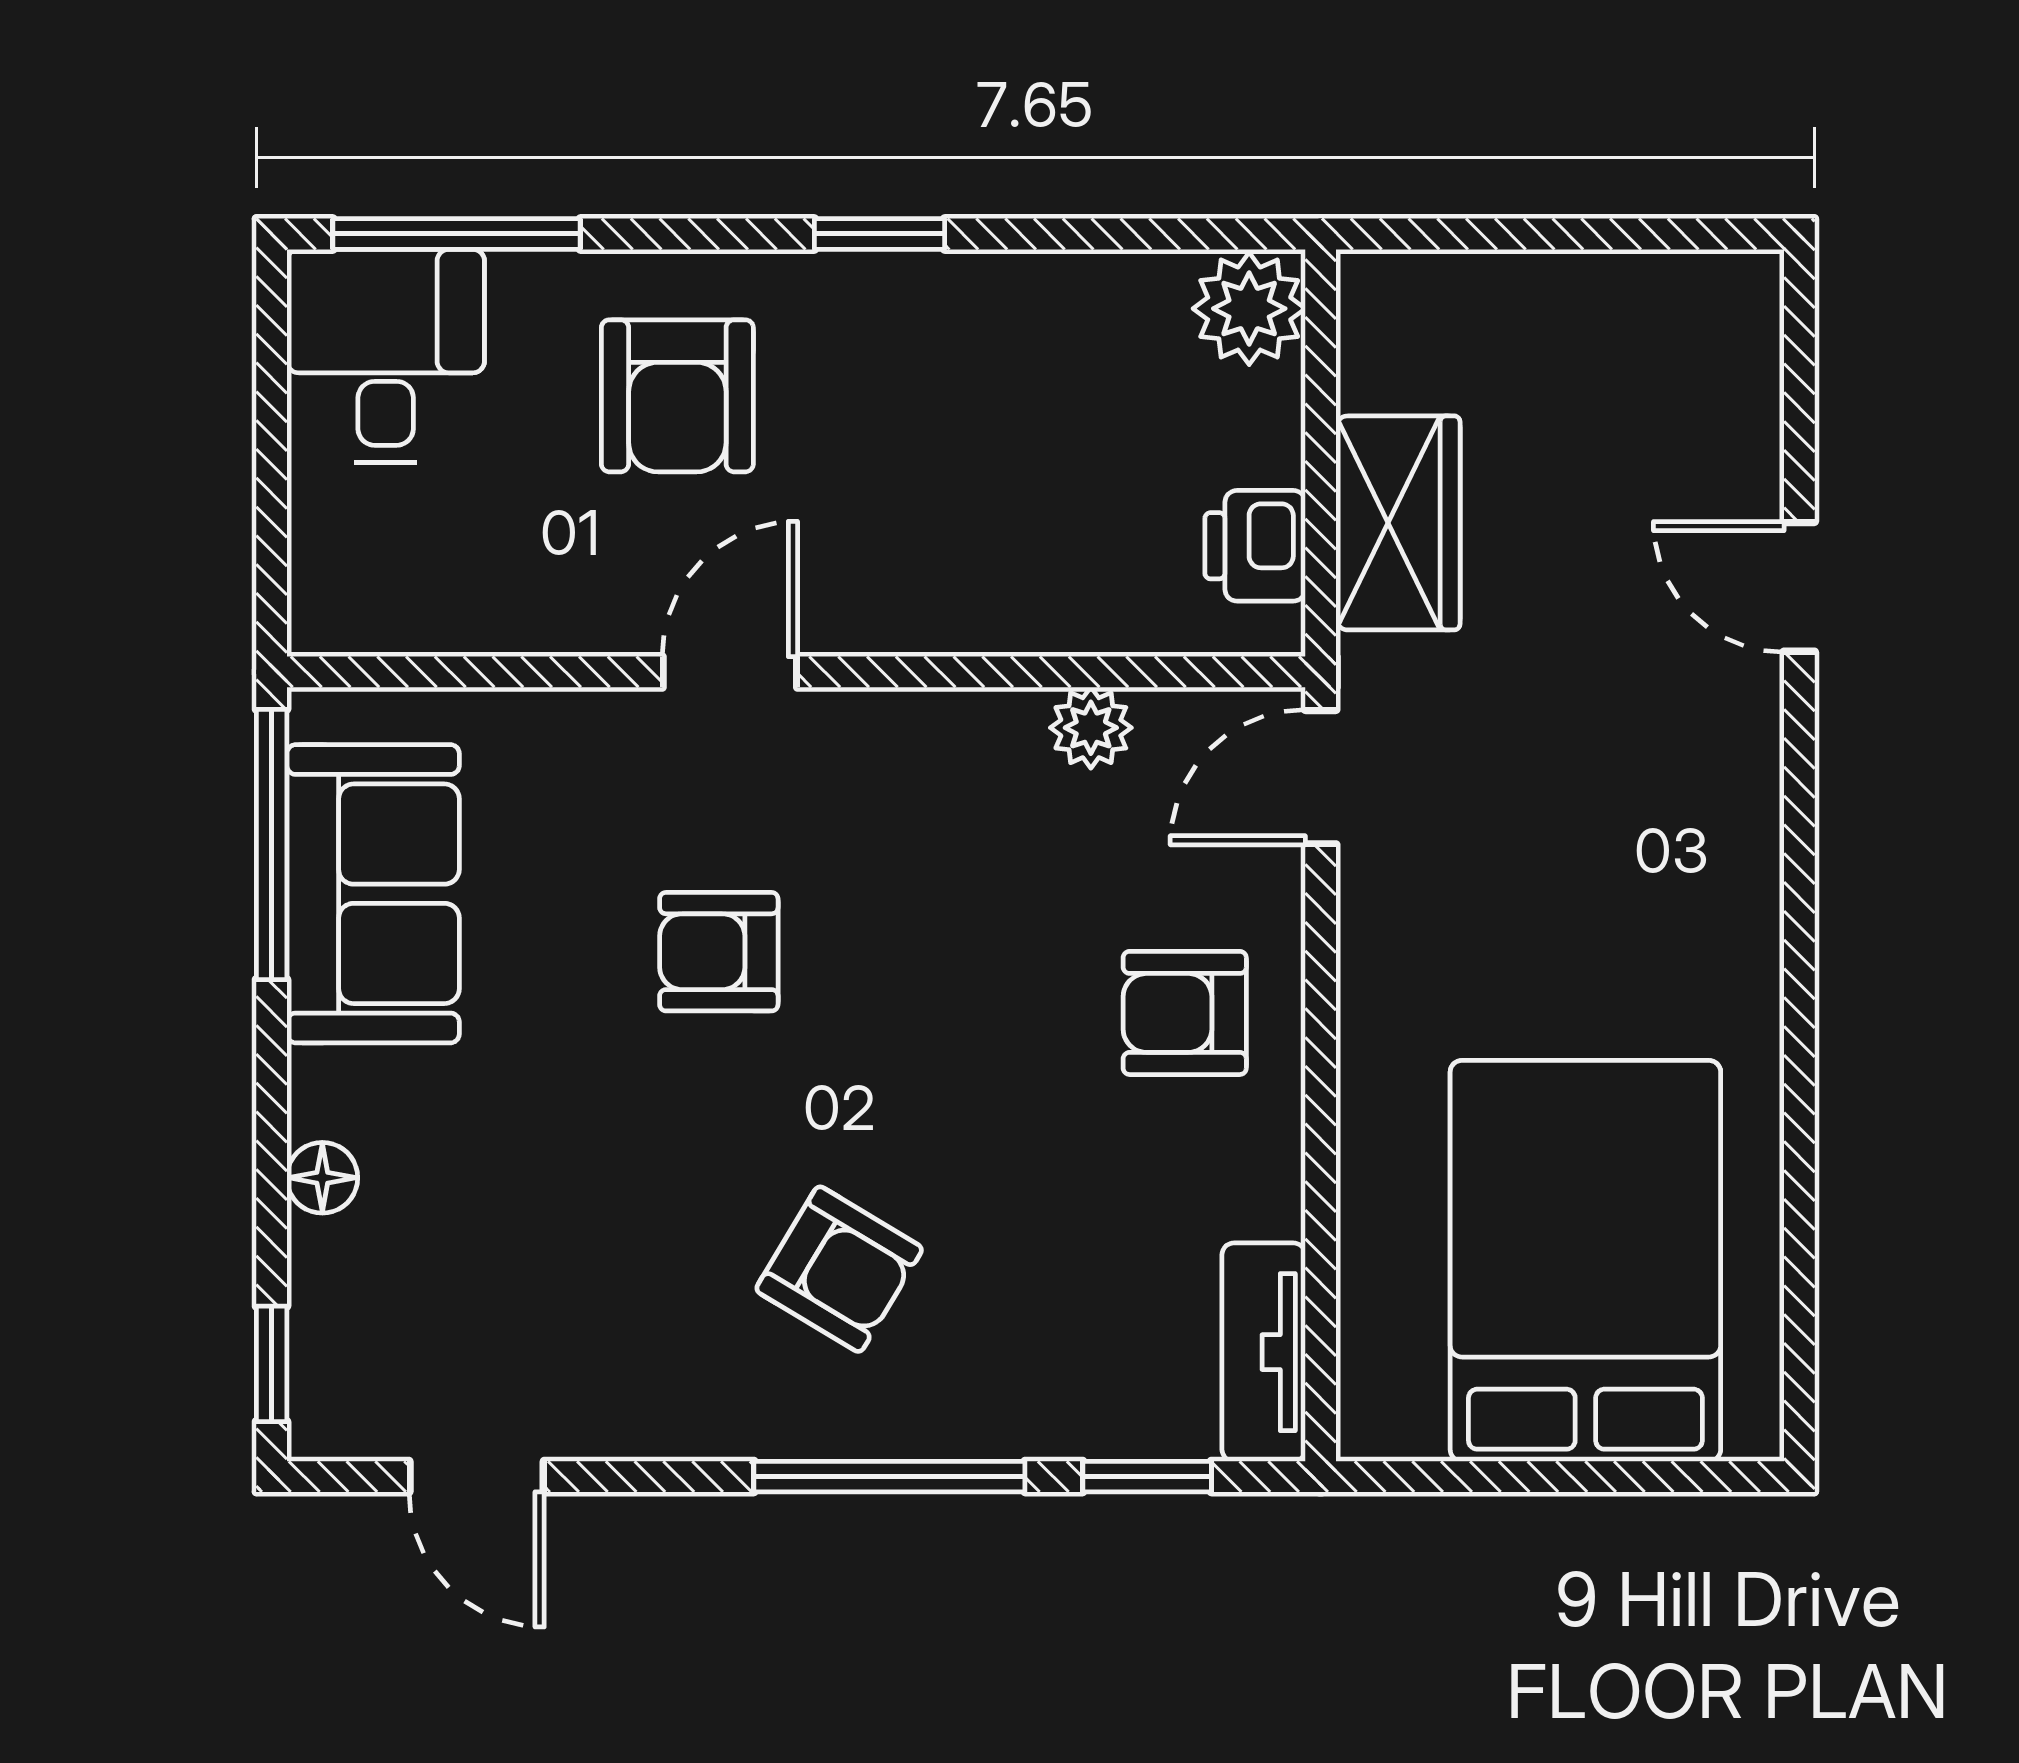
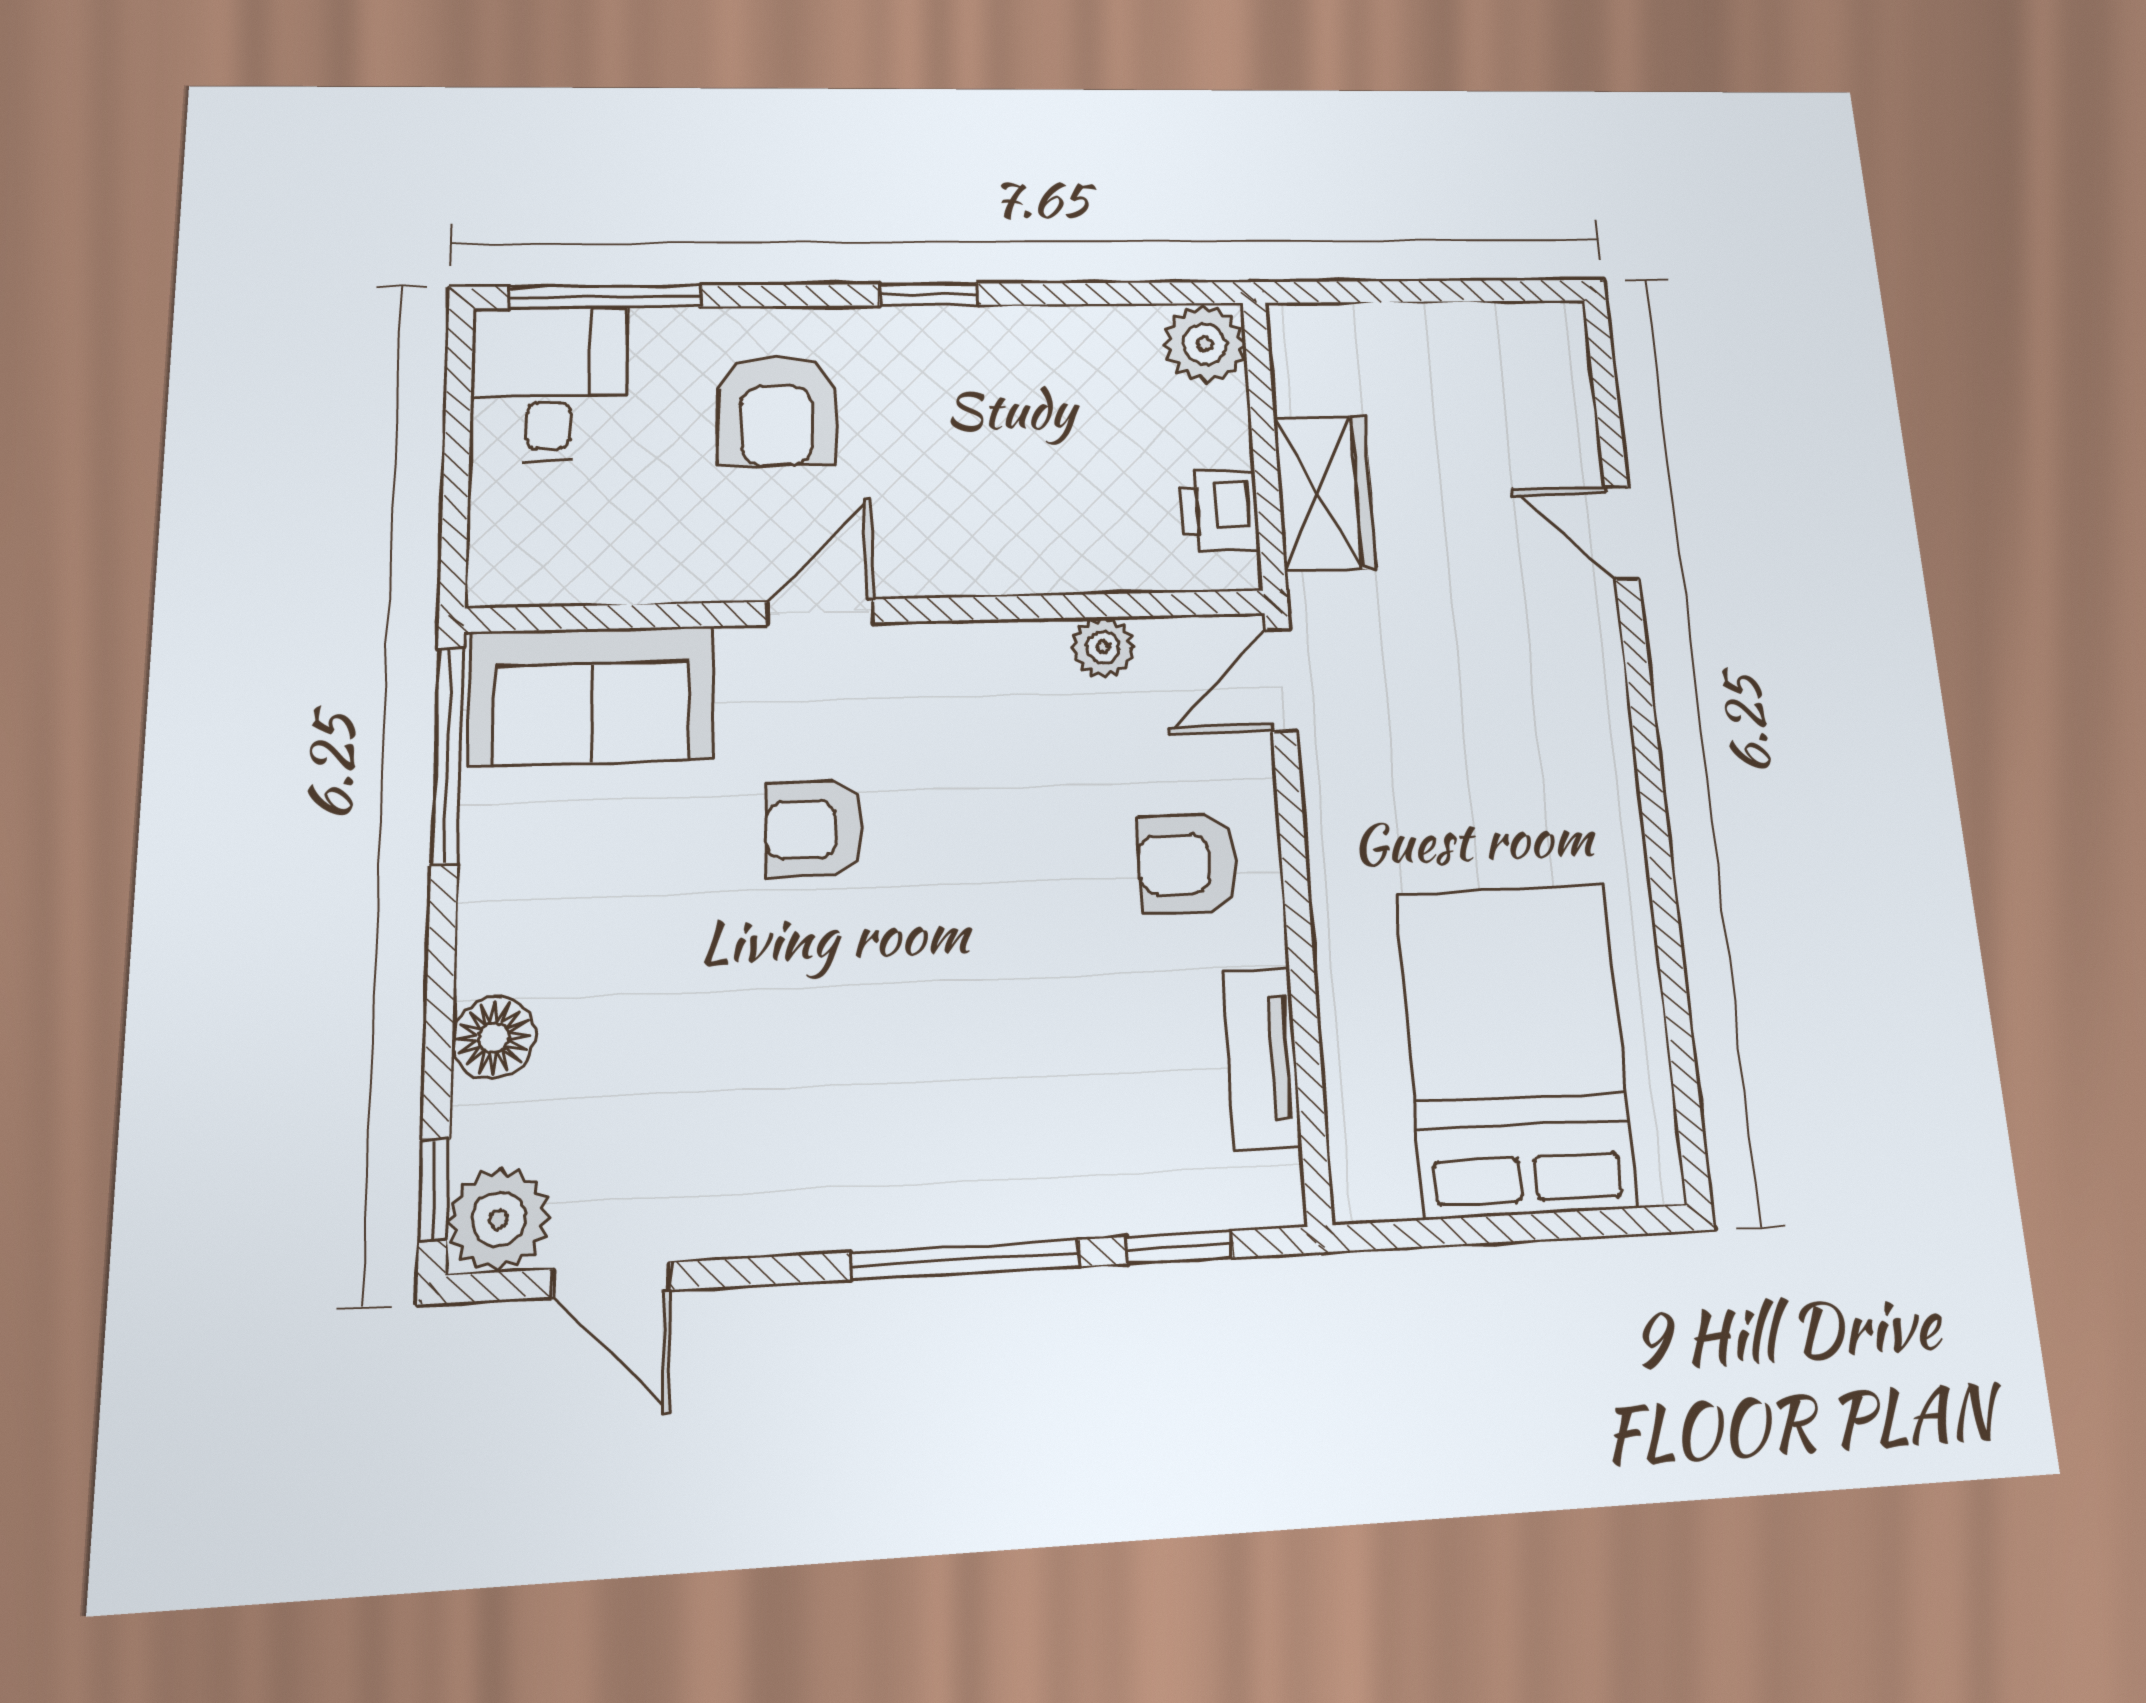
sofa: (373, 894) -> (592, 696), moved, turned 90
floor lamp: (322, 1178) -> (494, 1038), width x1.37, depth x1.37
armchair: (839, 1269) -> (918, 1084), removed
tv unit: (1264, 1352) -> (1263, 1058), moved
plant: (346, 1401) -> (499, 1219), added

